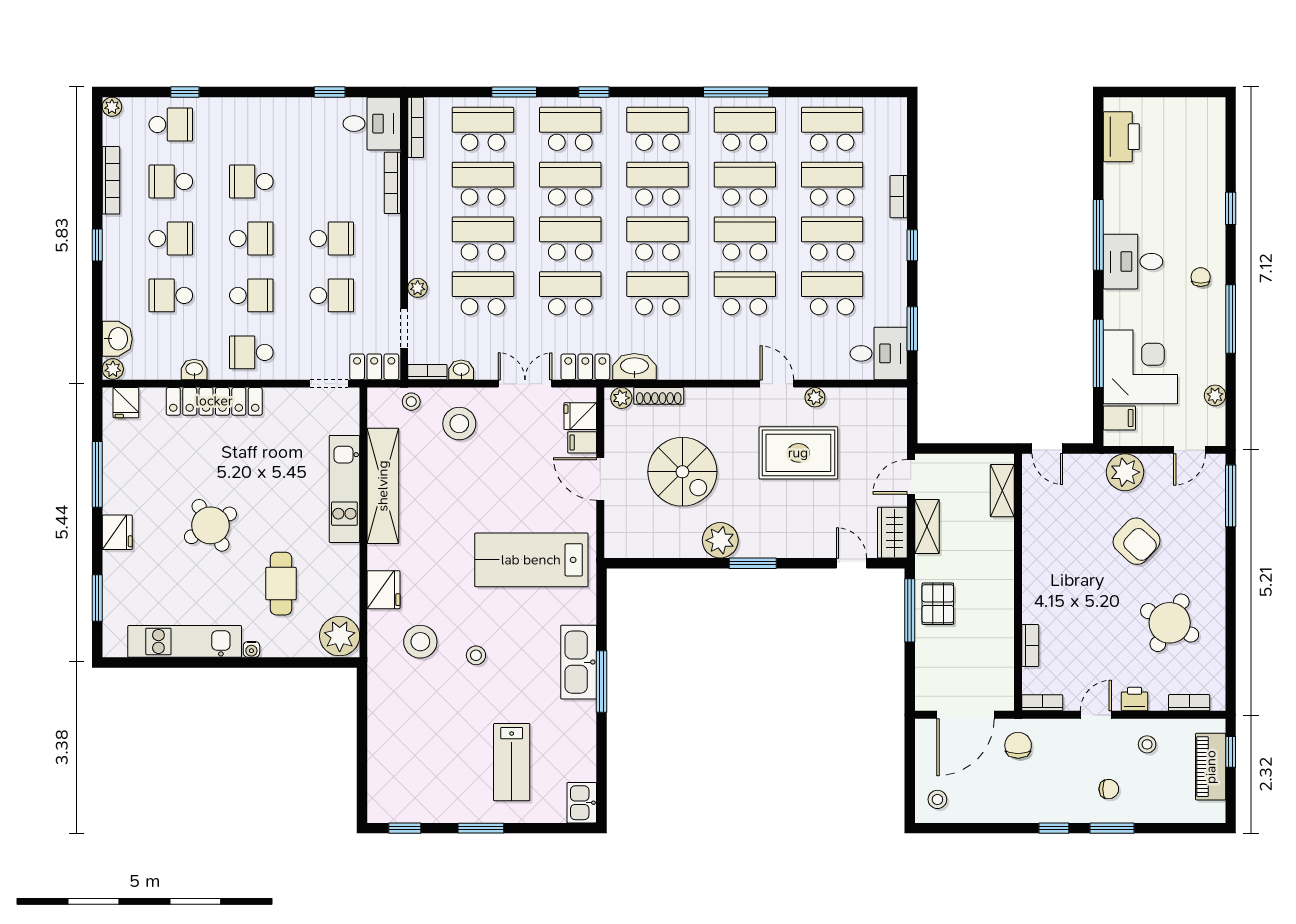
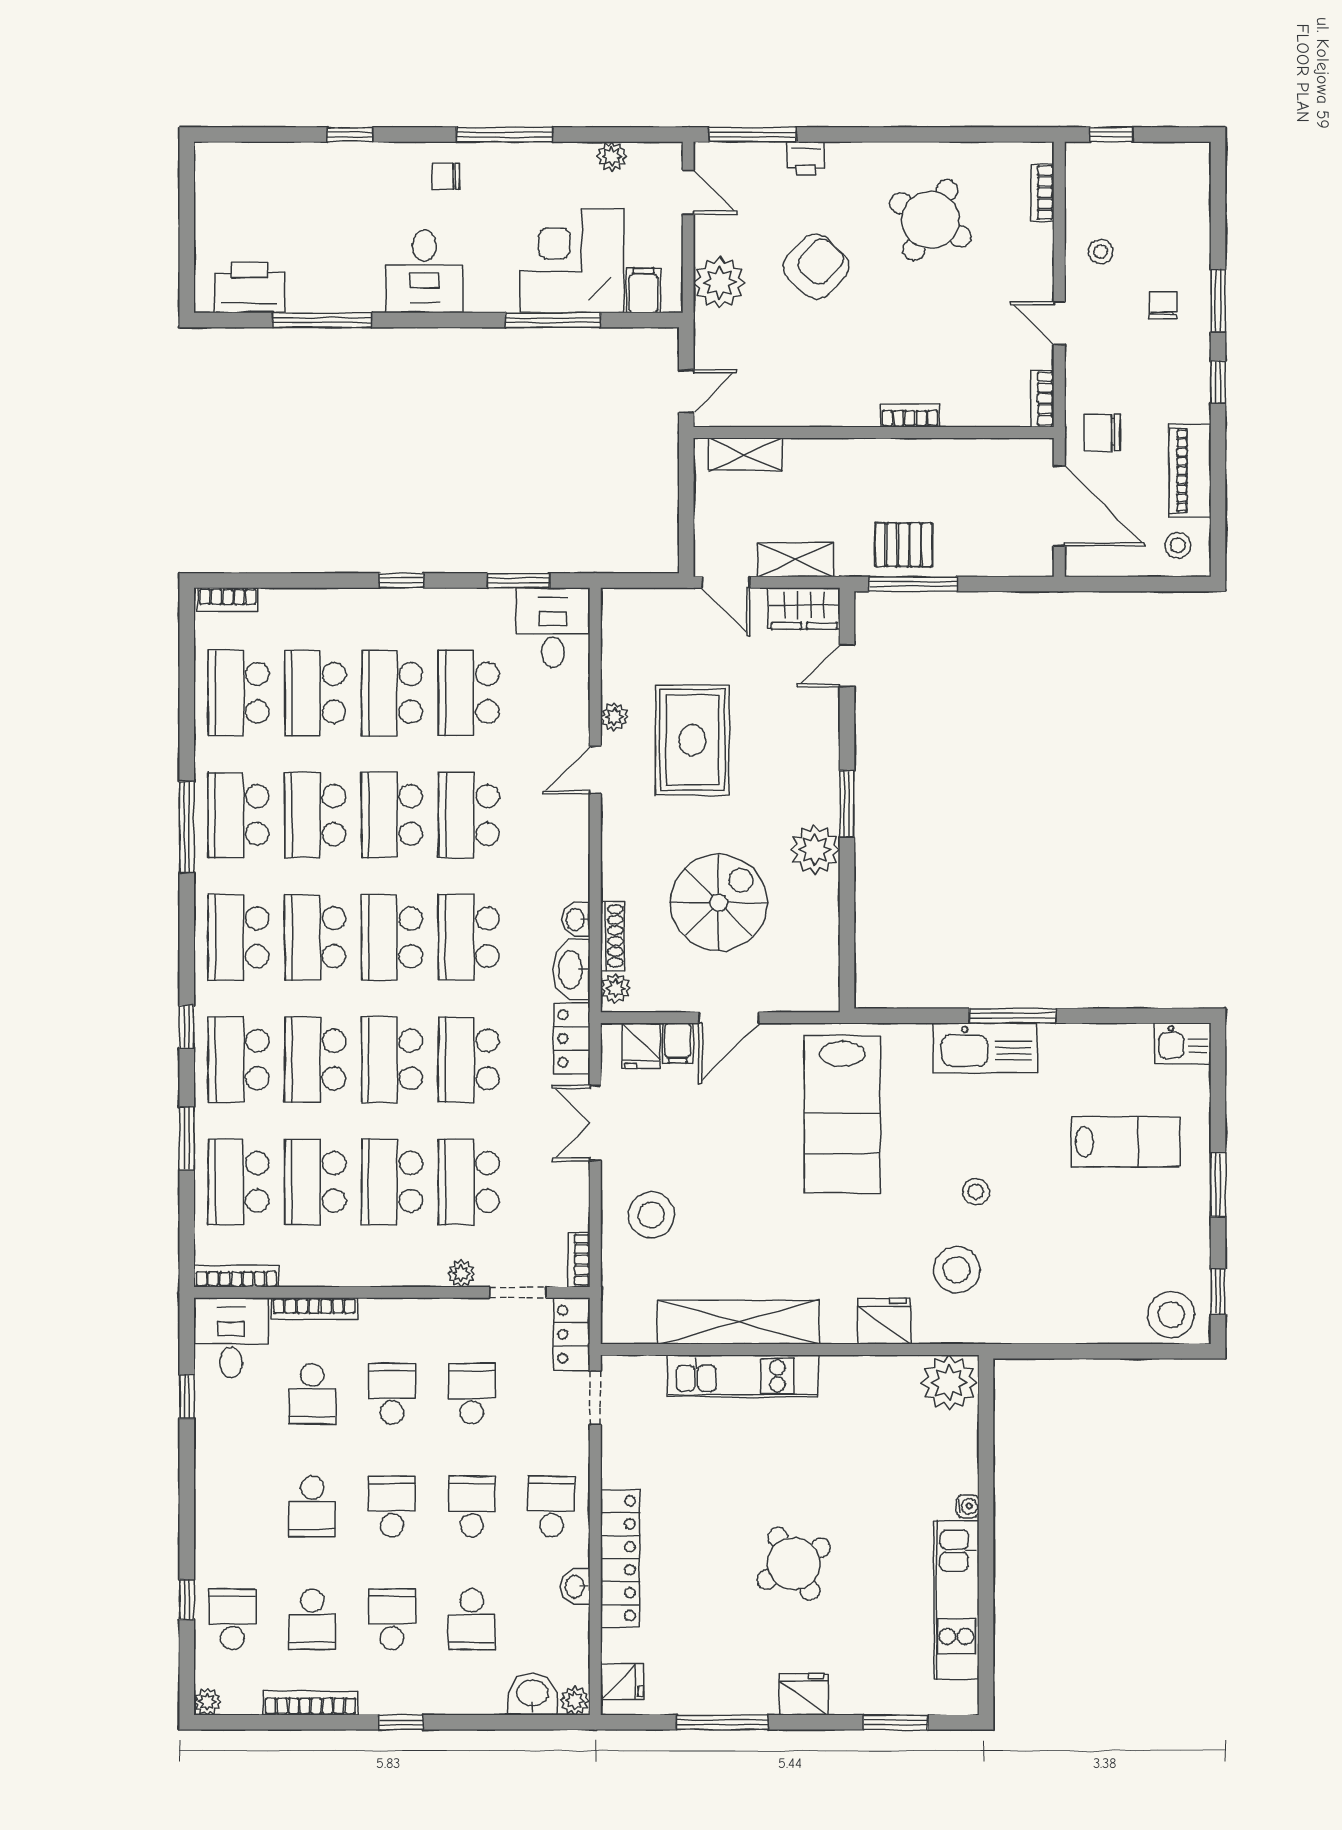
school desk: (332, 181) -> (312, 1394), added
bookcase: (899, 197) -> (228, 600), moved
window: (1098, 235) -> (322, 320), moved
school desk: (251, 352) -> (552, 1506), turned 180
washbasin: (461, 370) -> (576, 919), moved
stool: (411, 402) -> (1171, 1315), moved, width x1.89, depth x1.89
cafe table: (281, 584) -> (875, 1465), removed
bookcase: (1030, 646) -> (910, 415), moved
printer: (1135, 699) -> (806, 158), moved, turned -90
piano: (1211, 767) -> (1190, 470), moved, turned 90

